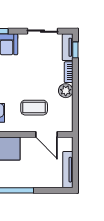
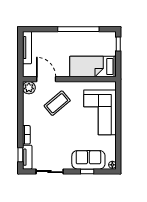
plant: (66, 91) -> (29, 88), moved
coffee table: (34, 108) -> (57, 103), turned -40

